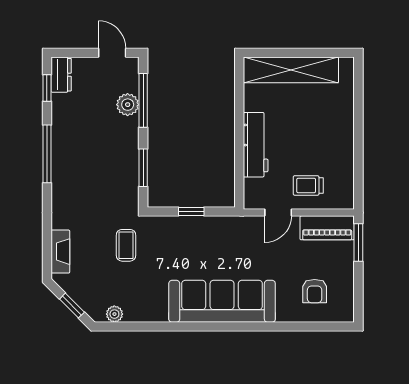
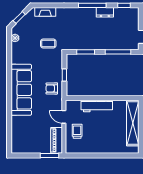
dresser: (61, 75) -> (105, 12), moved
plant: (128, 105) -> (116, 44), removed
armchair: (315, 291) -> (52, 88), moved

